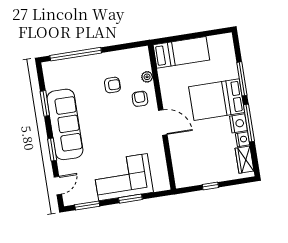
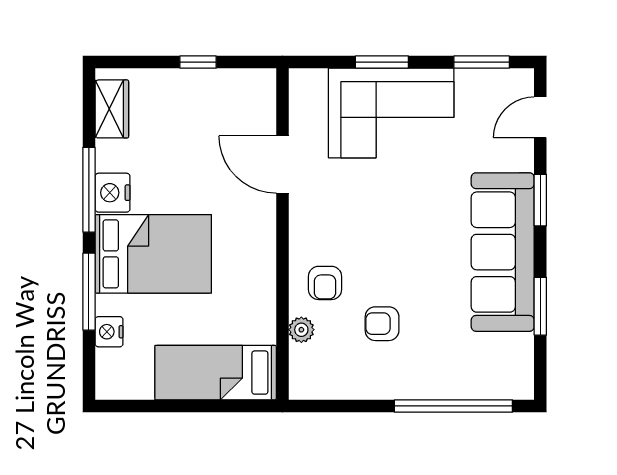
door: (163, 122) -> (282, 165), moved
nightstand: (243, 139) -> (109, 332), moved

